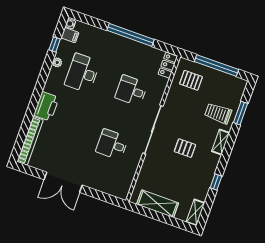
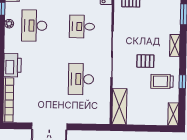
trolley: (218, 113) -> (162, 81), moved
desk: (112, 144) -> (81, 79), width x1.37
shelving: (158, 204) -> (119, 106), moved, turned 90

